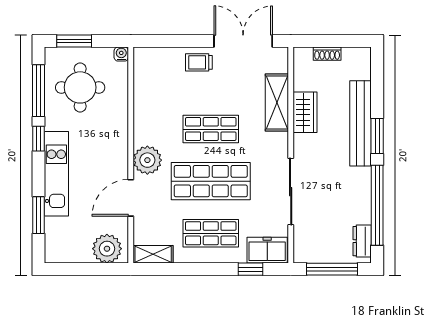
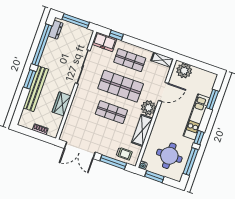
window: (74, 41) -> (154, 177), moved
window: (176, 41) -> (113, 162), added
trolley: (199, 62) -> (124, 154), moved
shelving: (277, 103) -> (142, 130), moved

